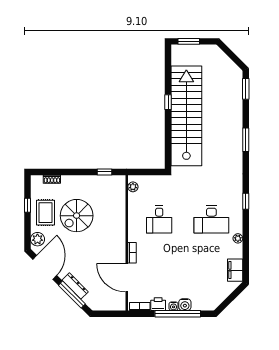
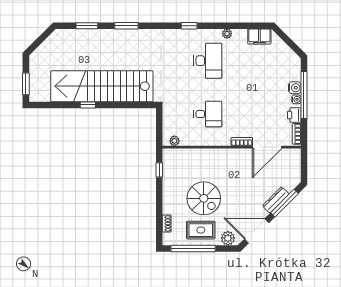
window: (246, 89) -> (87, 26), moved
window: (28, 205) -> (193, 248), width x3.17

